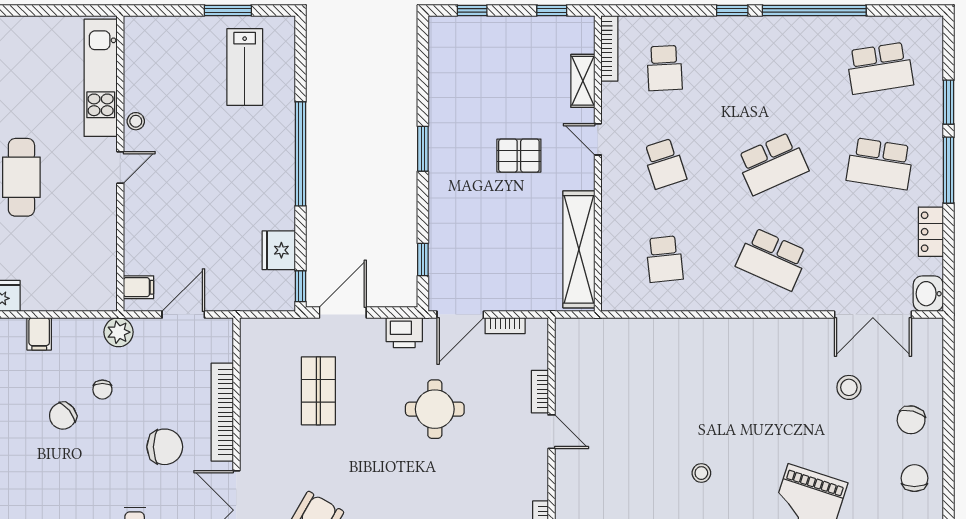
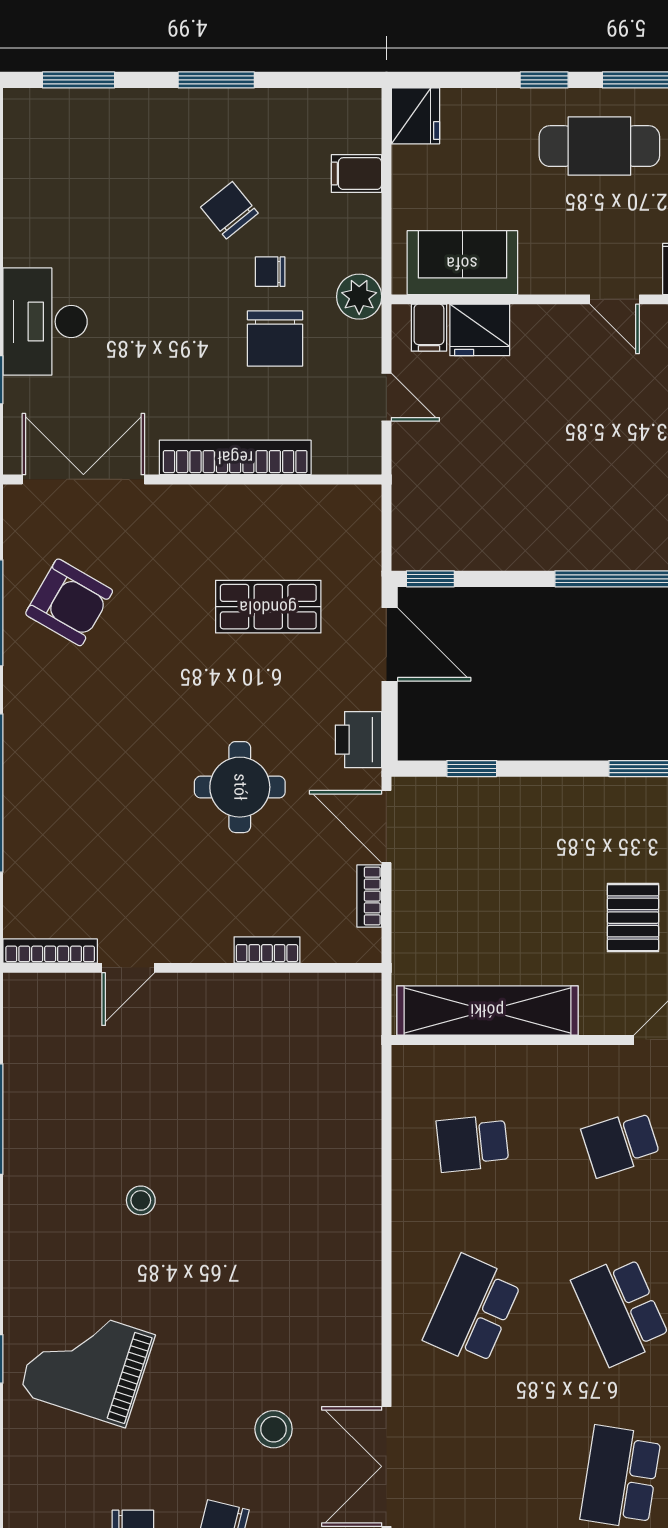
fridge: (279, 250) -> (480, 330), moved, turned 180
sofa: (97, 266) -> (462, 263), added
door: (183, 315) -> (386, 397), width x0.73
door: (551, 432) -> (128, 968), moved
chair: (165, 447) -> (275, 339), moved

